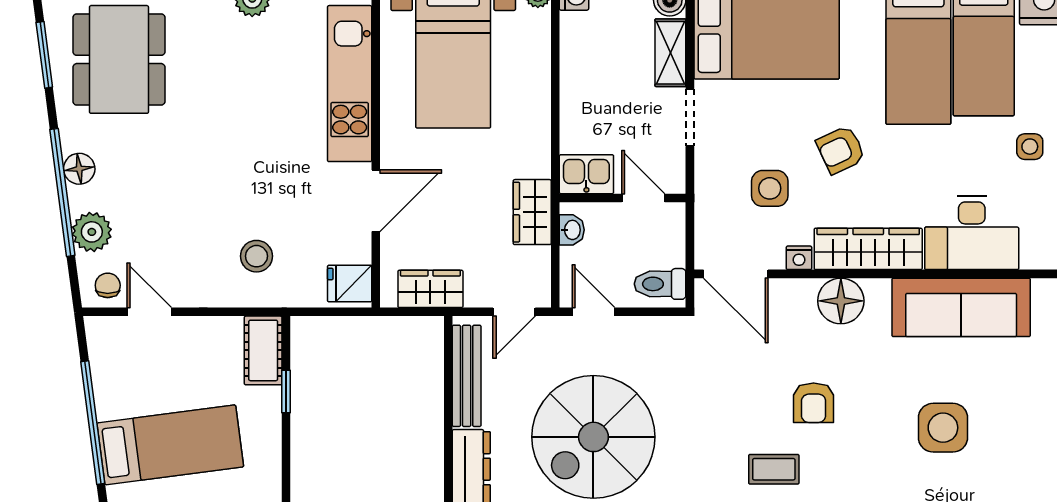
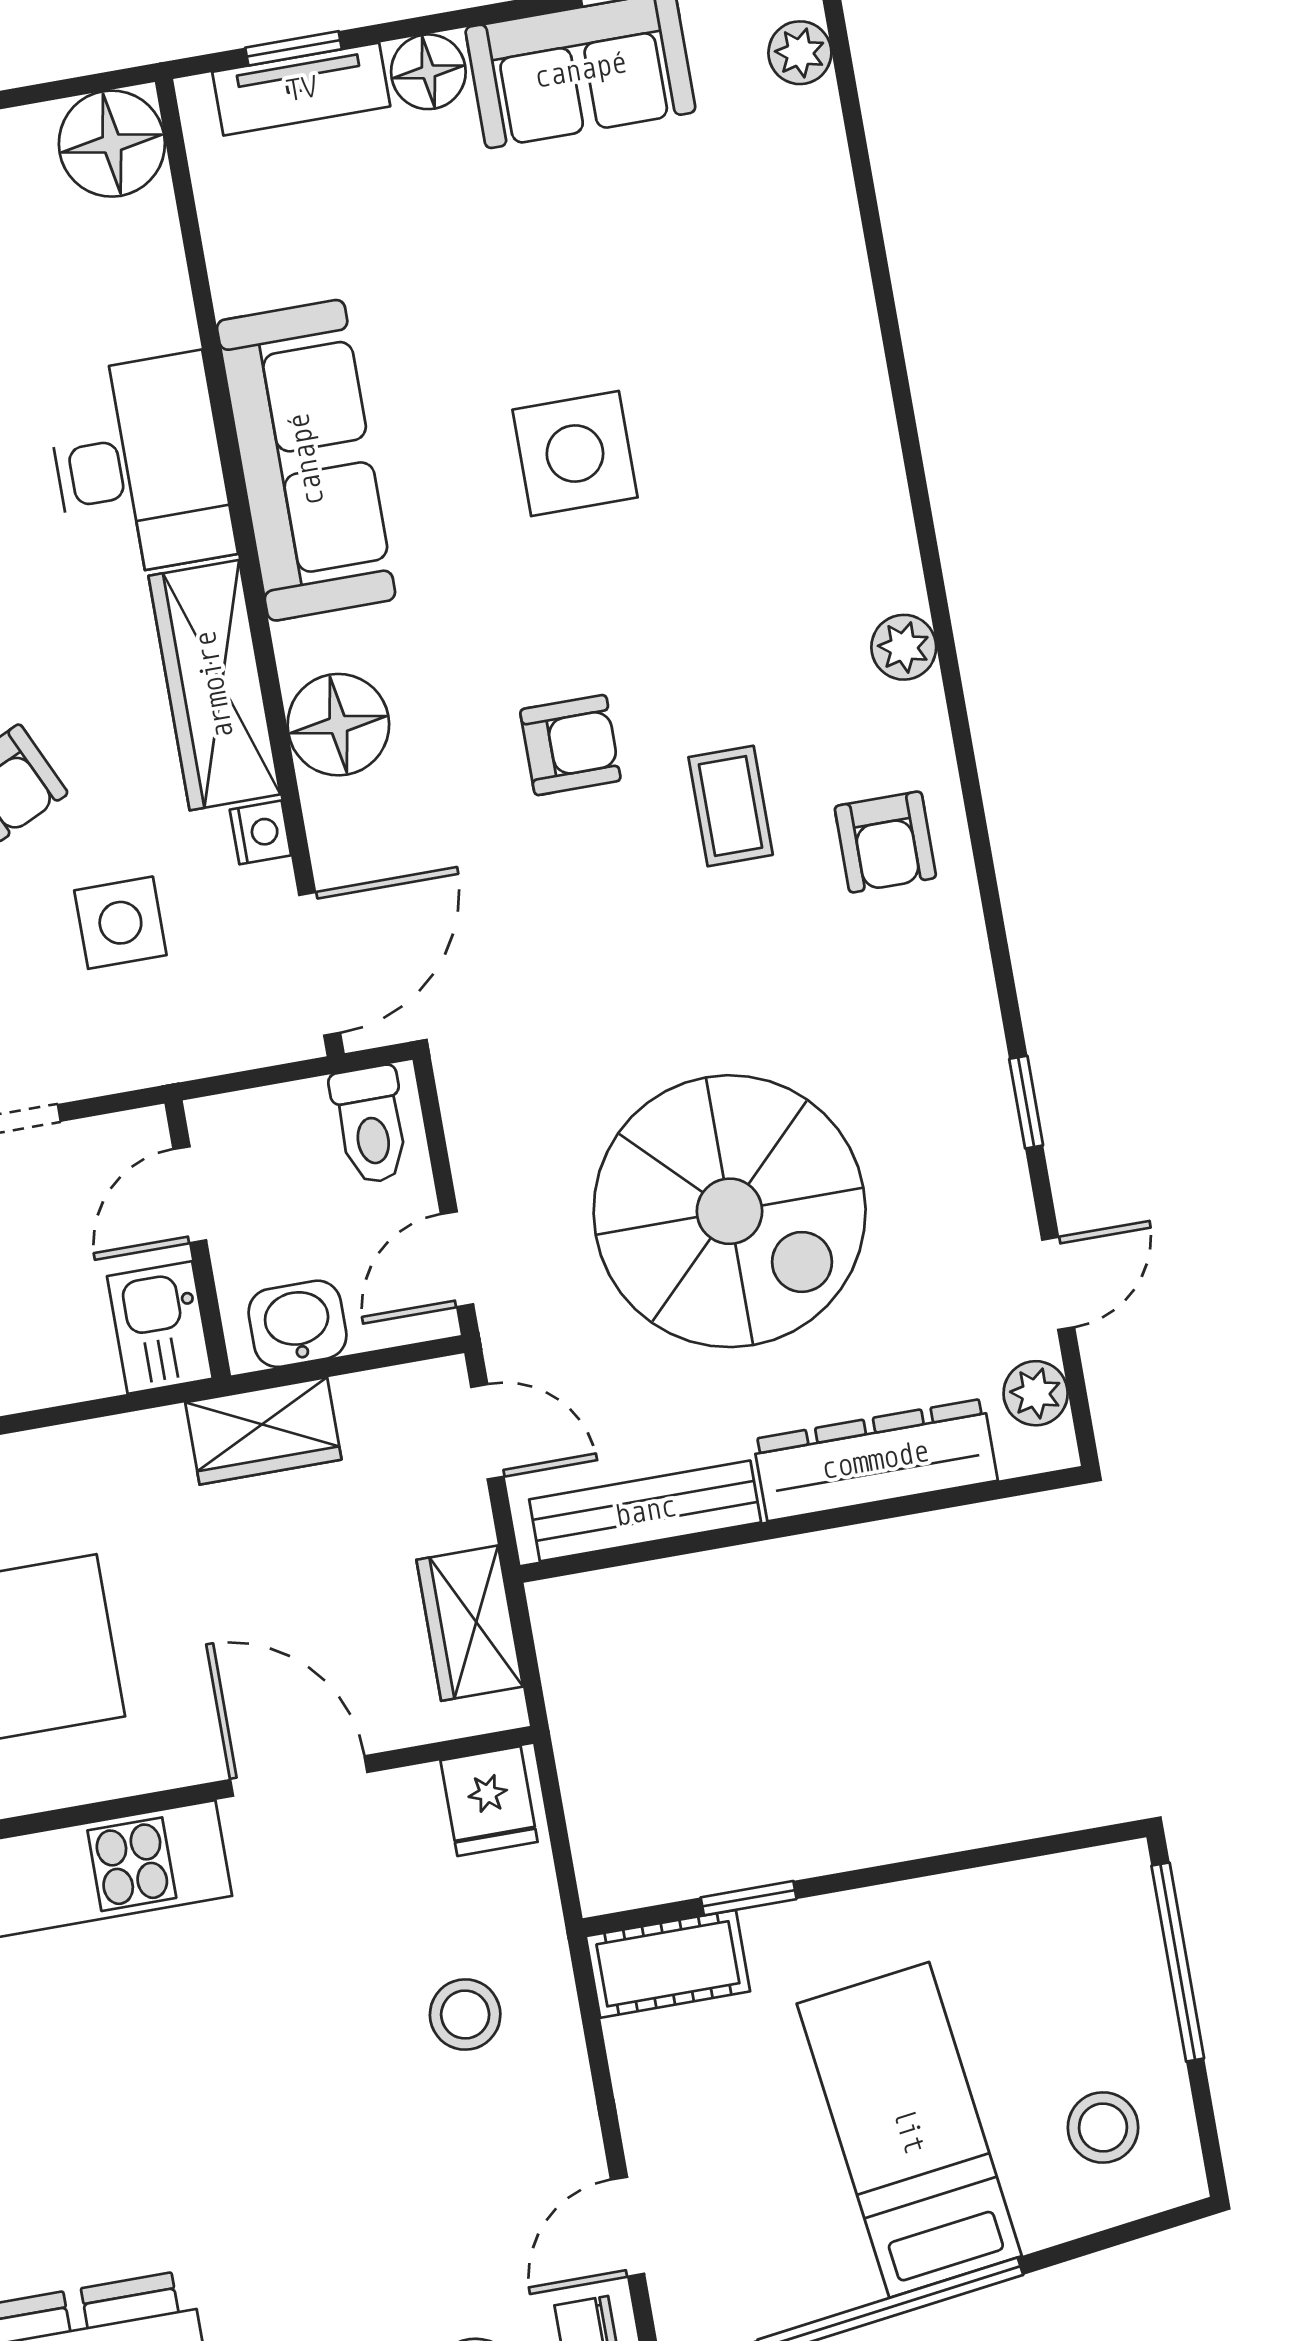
washbasin: (572, 230) -> (297, 1324), width x1.38, depth x1.45

